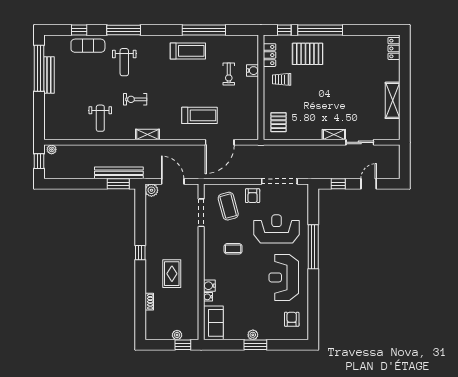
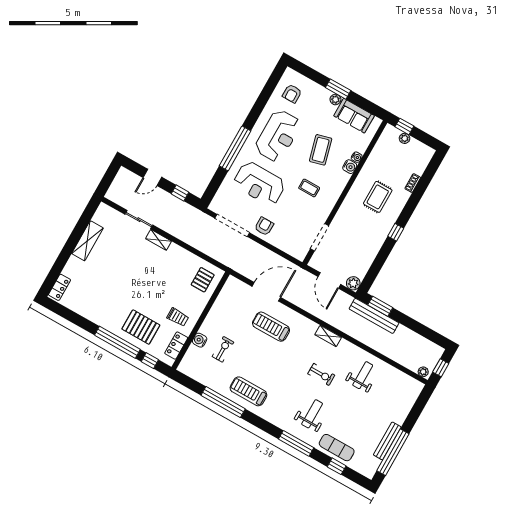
coffee table: (228, 206) -> (321, 150), moved
sofa: (213, 323) -> (354, 116), moved, turned -90

